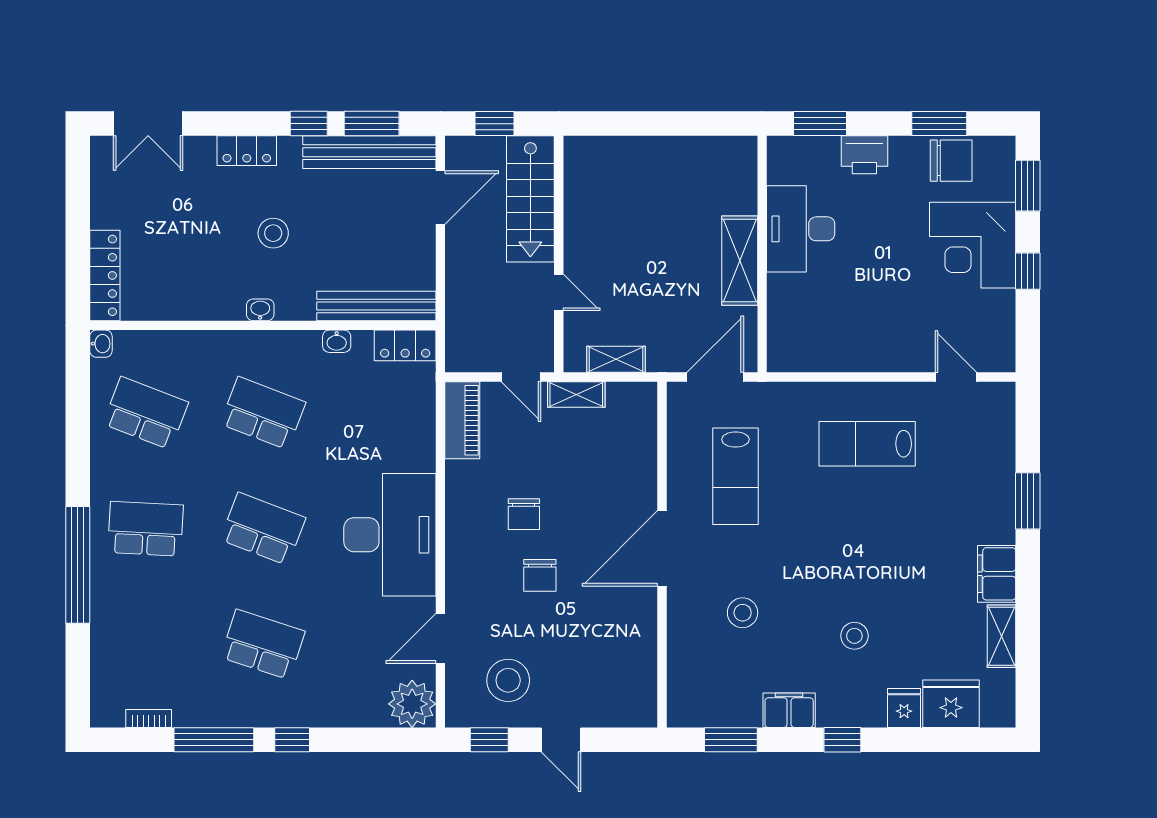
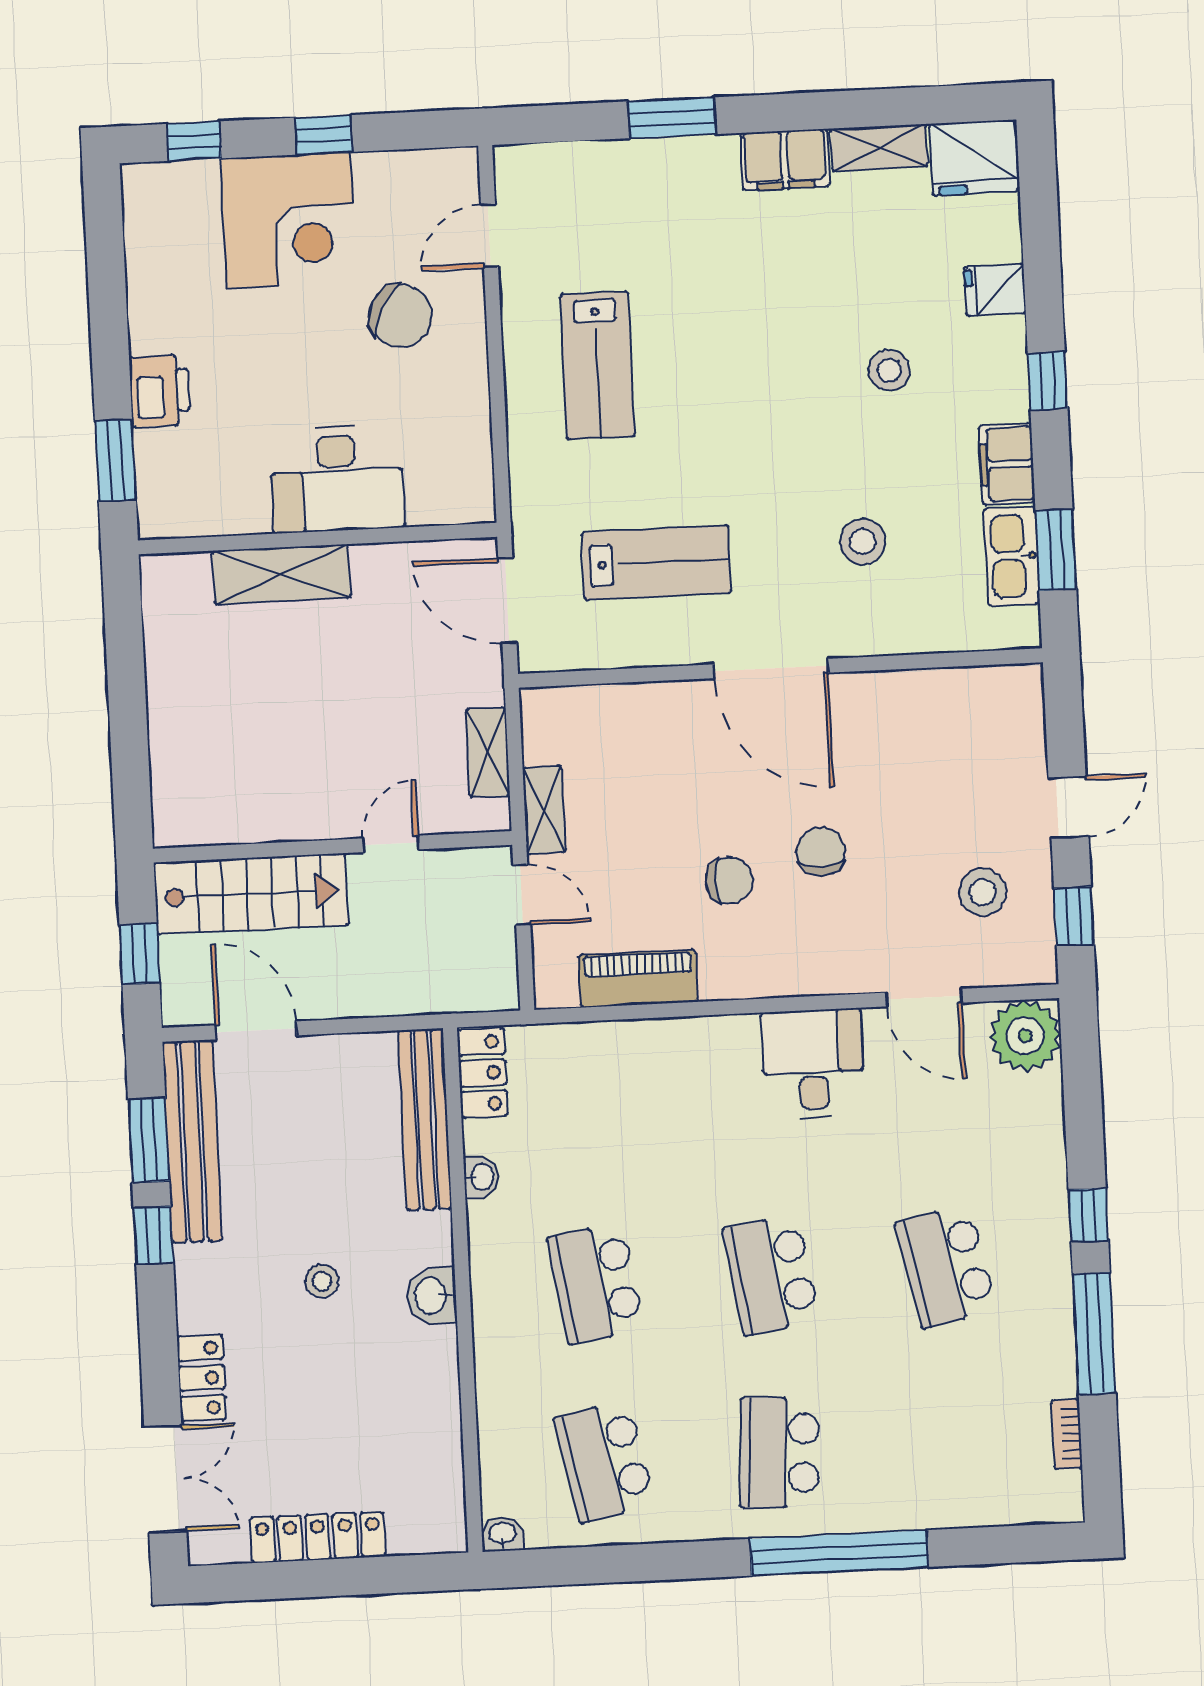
window: (939, 124) -> (107, 280), removed
locker: (247, 151) -> (202, 1378), moved
chair: (951, 161) -> (401, 316), moved, turned 118
window: (1028, 186) -> (194, 141), width x0.67
desk: (801, 229) -> (337, 479), moved
stool: (273, 233) -> (322, 1281), width x0.73, depth x0.73
shelving: (740, 261) -> (281, 574), moved
locker: (105, 275) -> (318, 1537), moved
washbasin: (260, 310) -> (432, 1296), width x1.38, depth x1.45
door: (521, 377) -> (522, 895), hinge flipped
school desk: (146, 413) -> (604, 1461), turned -33
school desk: (263, 413) -> (596, 1284), turned -30
piano: (462, 420) -> (638, 978), moved
school desk: (263, 529) -> (771, 1275), turned -30
desk: (390, 535) -> (813, 1064), width x0.53, depth x0.77
chair: (540, 575) -> (821, 852), turned -90
school desk: (263, 644) -> (946, 1266), turned -30
stool: (508, 680) -> (982, 892), width x0.73, depth x0.73
fridge: (951, 704) -> (974, 158), moved, turned -90
kitchen sink: (728, 711) -> (1012, 556), added

